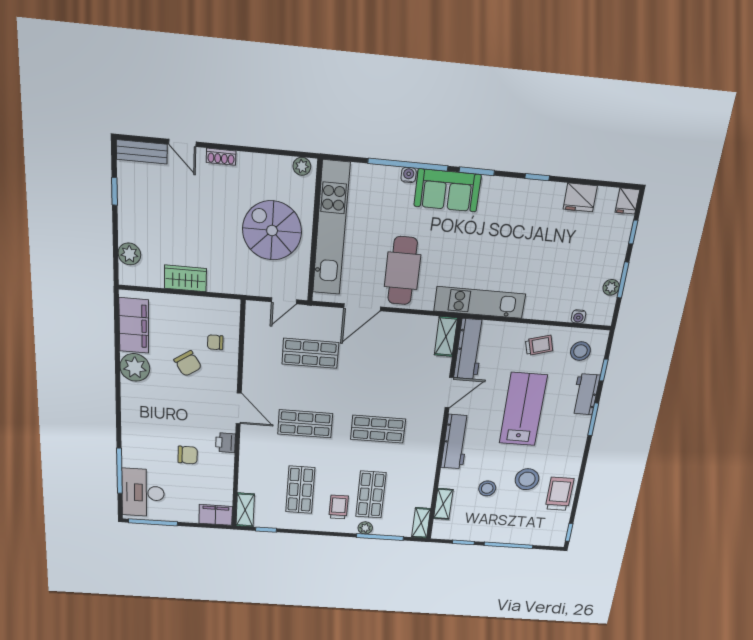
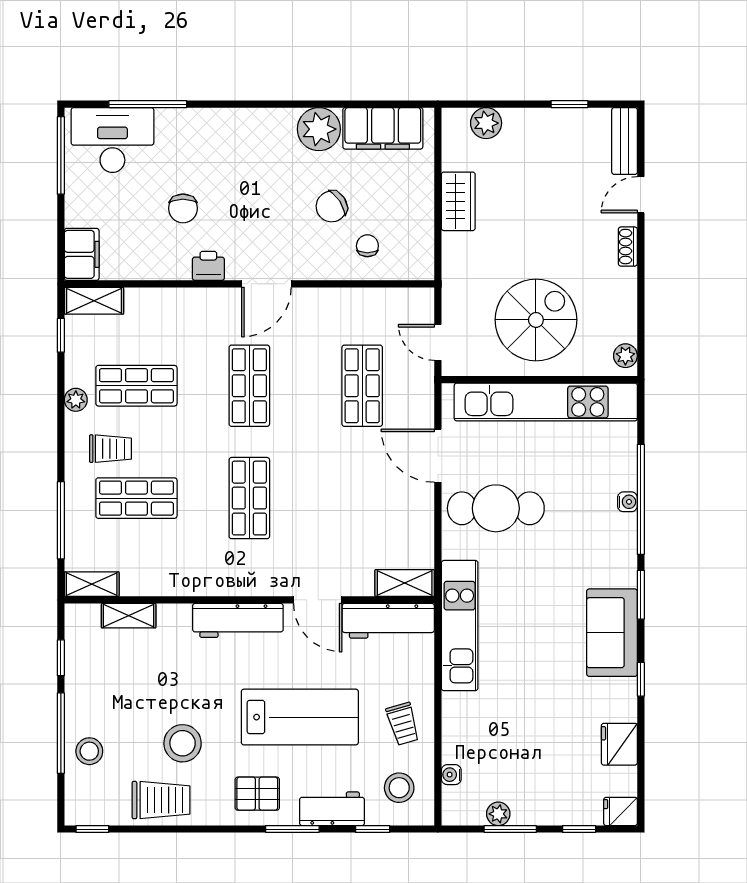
sofa: (447, 190) -> (612, 633), moved
pallet: (567, 438) -> (257, 794), added
stool: (487, 488) -> (89, 751), moved
plant: (365, 528) -> (76, 400), moved

